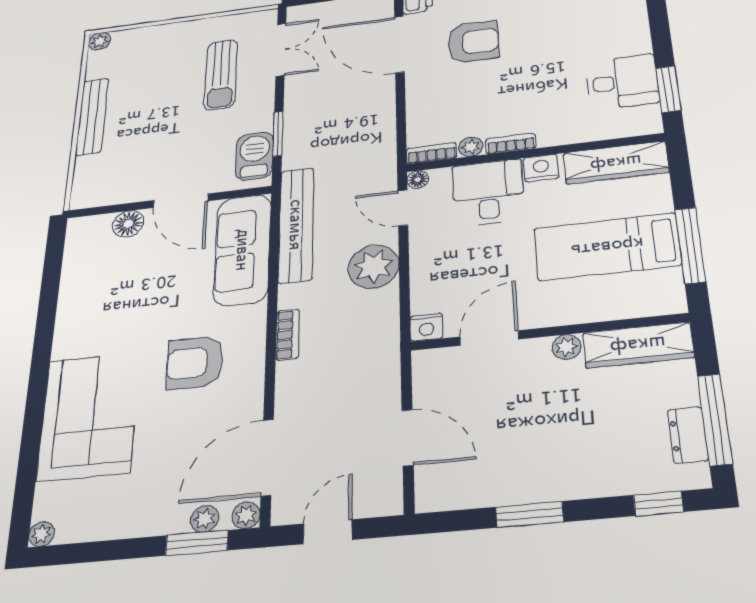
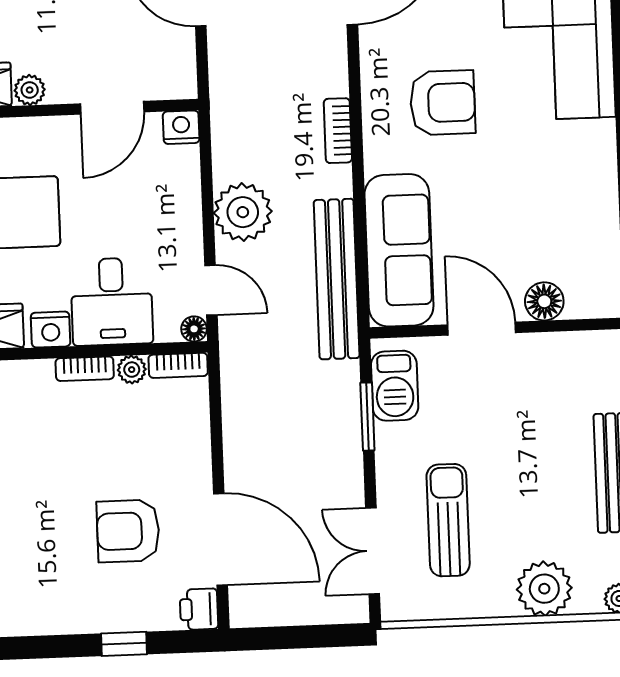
plant: (154, 41) -> (544, 589), added

